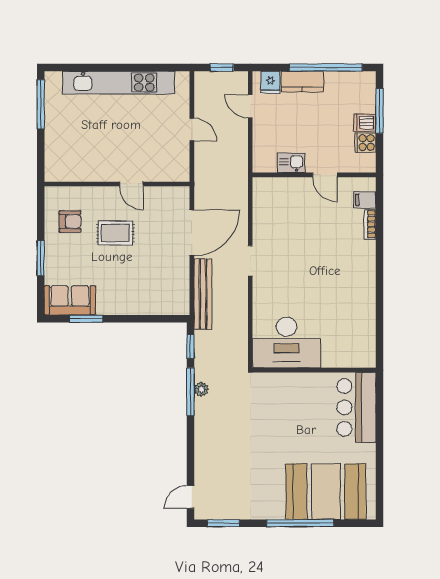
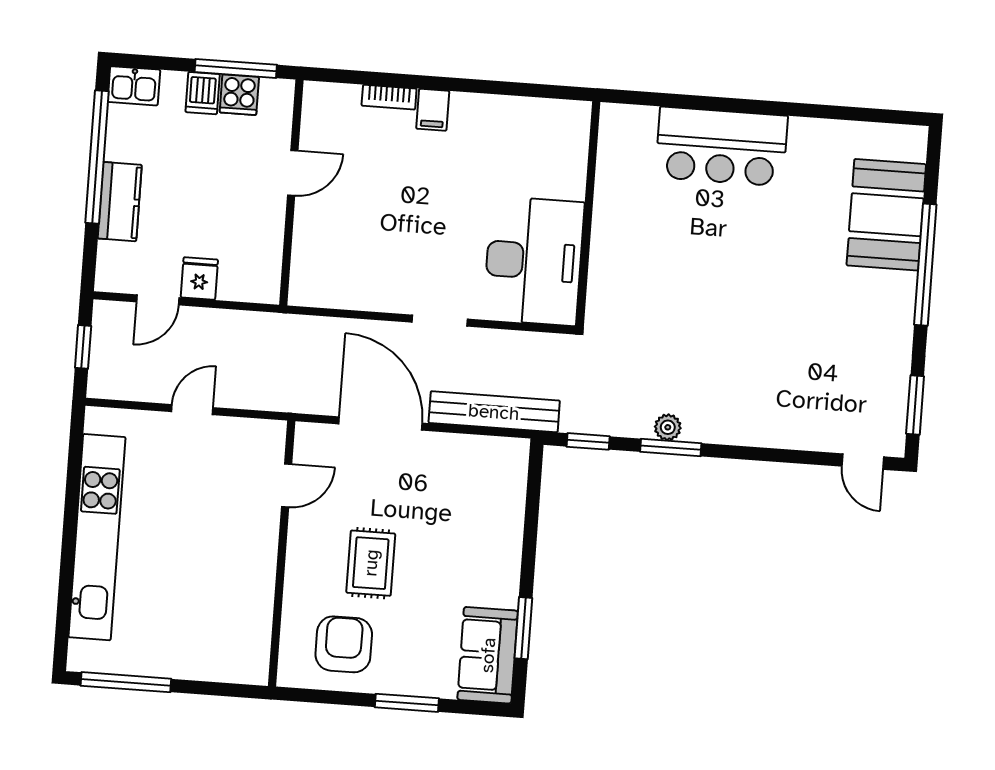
fridge: (271, 82) -> (199, 279), moved, turned -90
window: (380, 111) -> (236, 68), moved
kitchen sink: (291, 163) -> (134, 86), moved, turned -90
door: (131, 184) -> (287, 485), moved
filing cabinet: (365, 200) -> (433, 110), moved
armchair: (70, 221) -> (344, 644), width x1.38, depth x1.38
desk: (287, 343) -> (534, 261), moved
wall: (314, 370) -> (588, 214), moved
window: (190, 392) -> (671, 447), width x0.69
booth: (326, 492) -> (886, 215), width x0.73, depth x0.70

